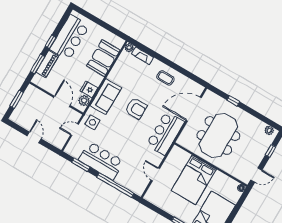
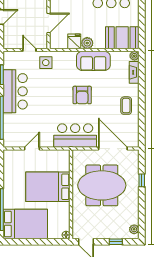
booth: (103, 58) -> (122, 38), moved
sofa: (106, 97) -> (93, 61), moved
plant: (84, 101) -> (87, 43), moved

